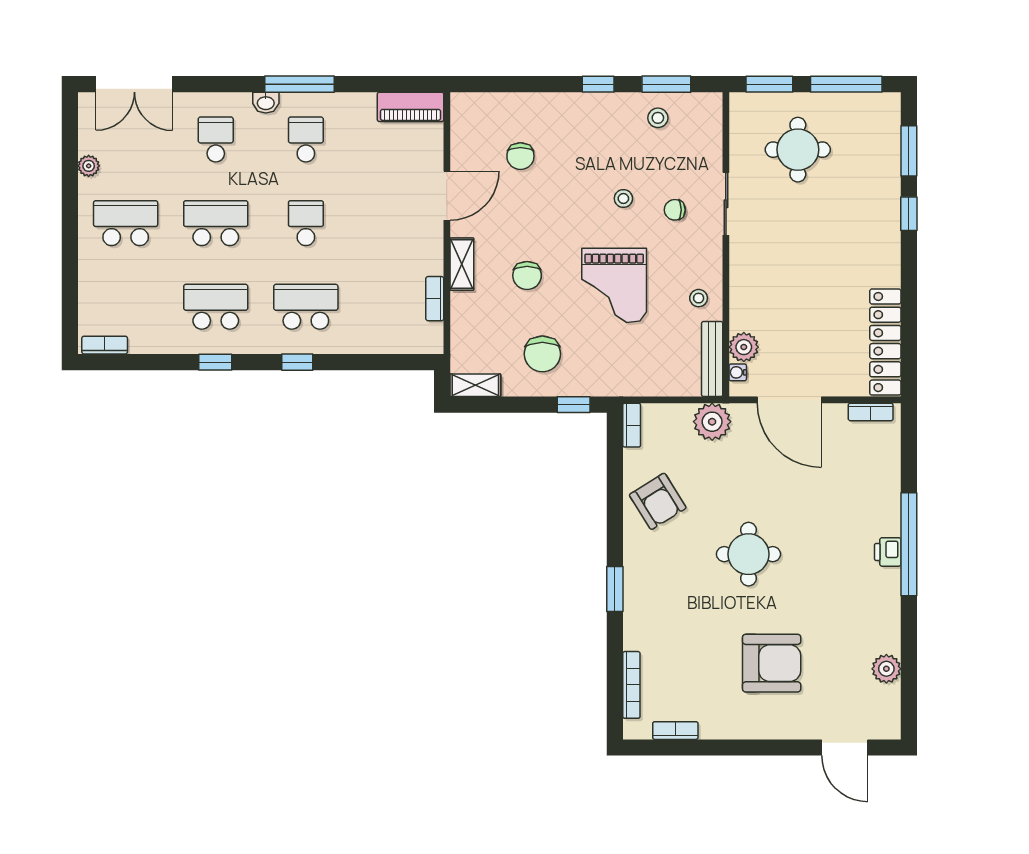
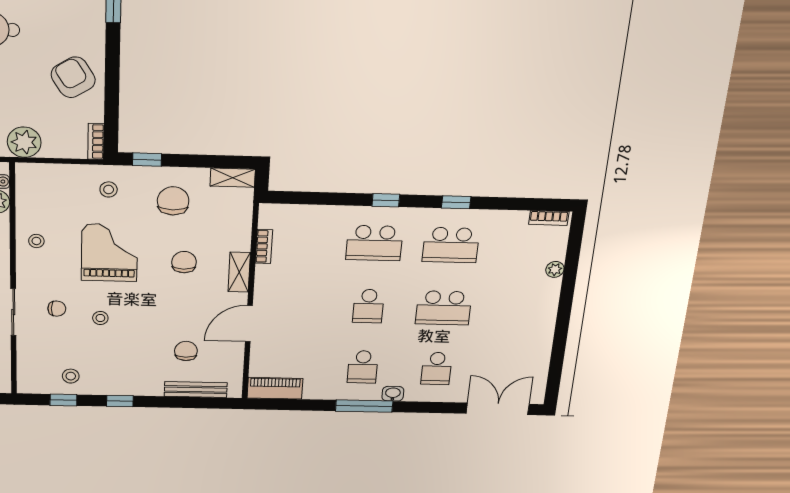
window: (666, 84) -> (63, 400), width x0.67
plant: (89, 166) -> (555, 269), moved
school desk: (126, 223) -> (518, 310), removed
bench: (712, 359) -> (196, 390), moved, turned 90
stool: (616, 366) -> (109, 189), added

